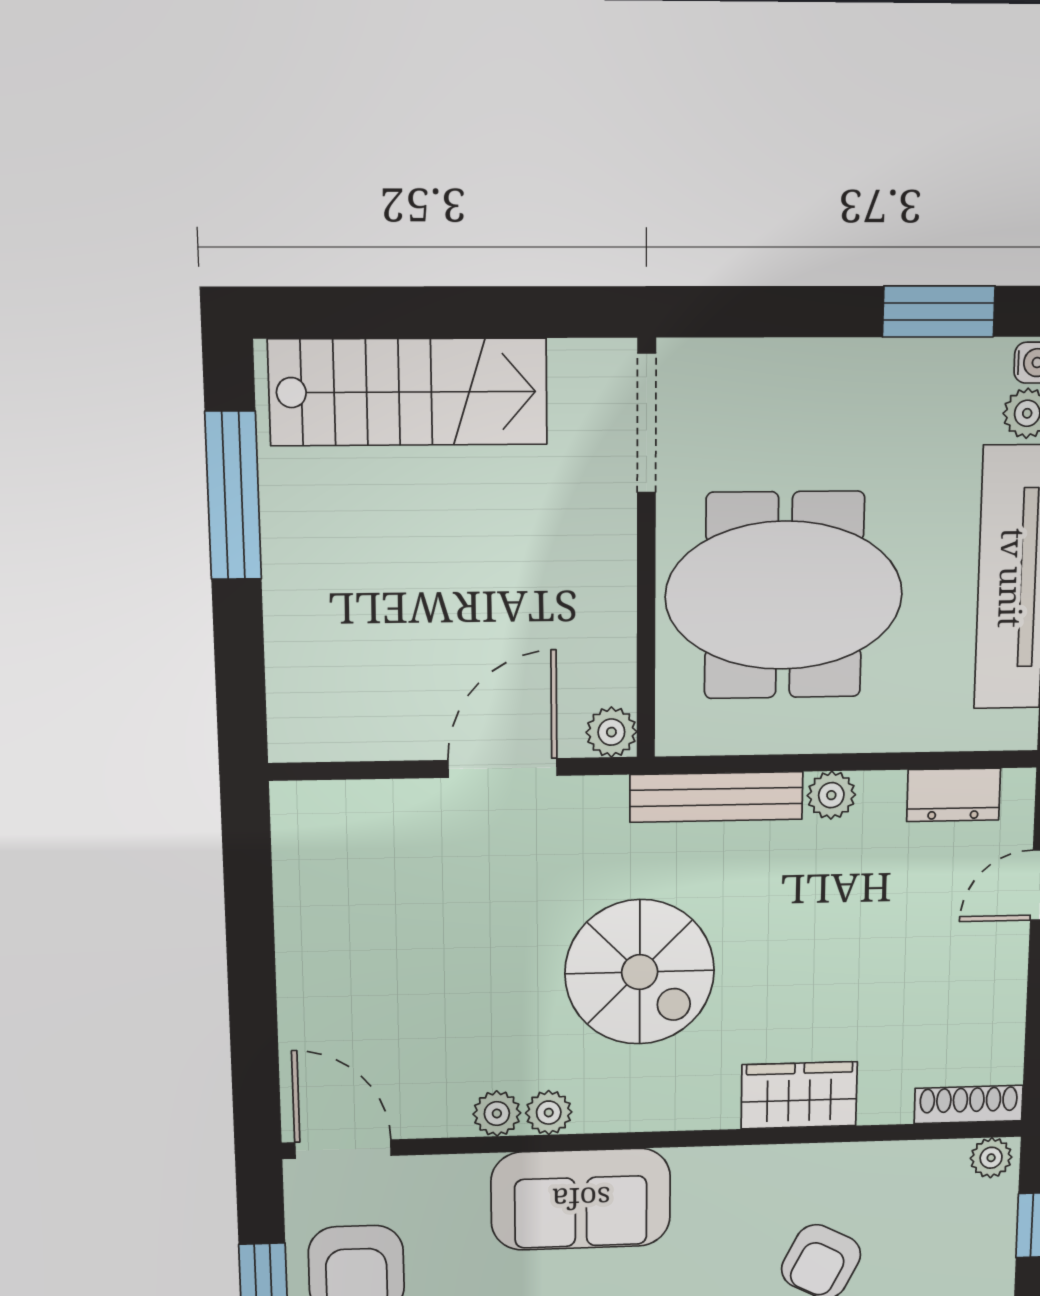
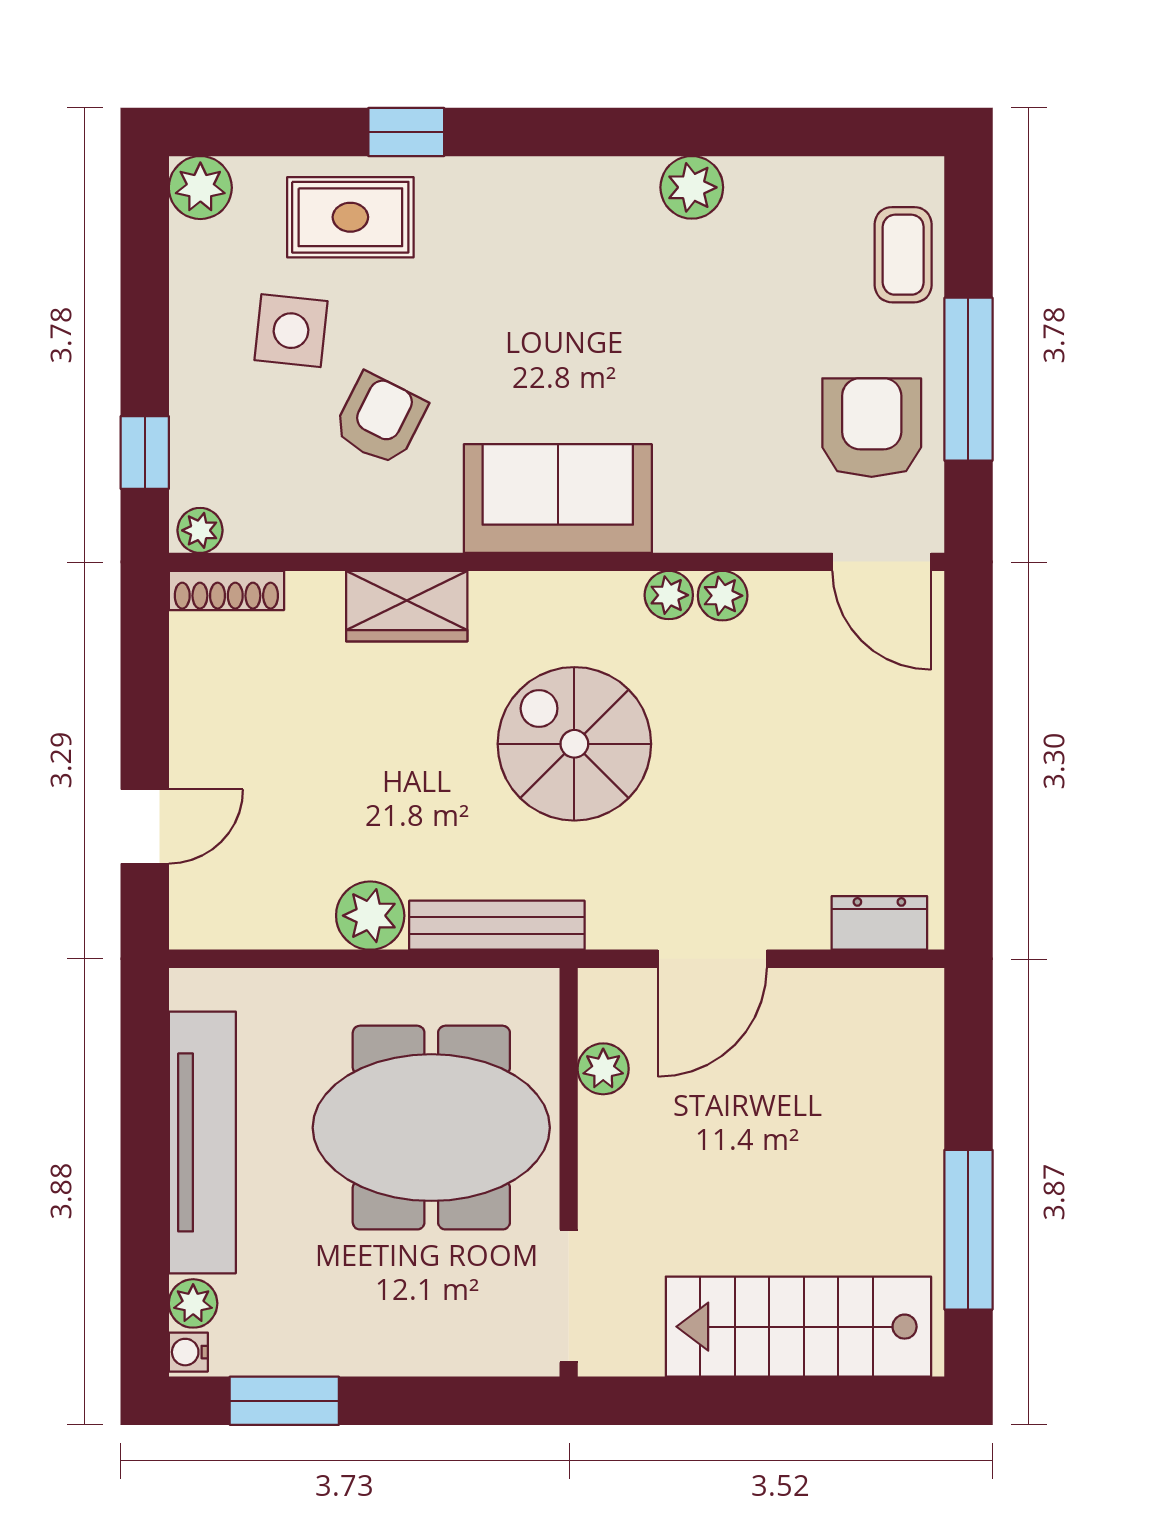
plant: (611, 732) -> (603, 1069), moved
plant: (831, 795) -> (370, 916), width x1.38, depth x1.38
dresser: (954, 795) -> (879, 923), moved
sofa: (581, 1199) -> (558, 499), moved

